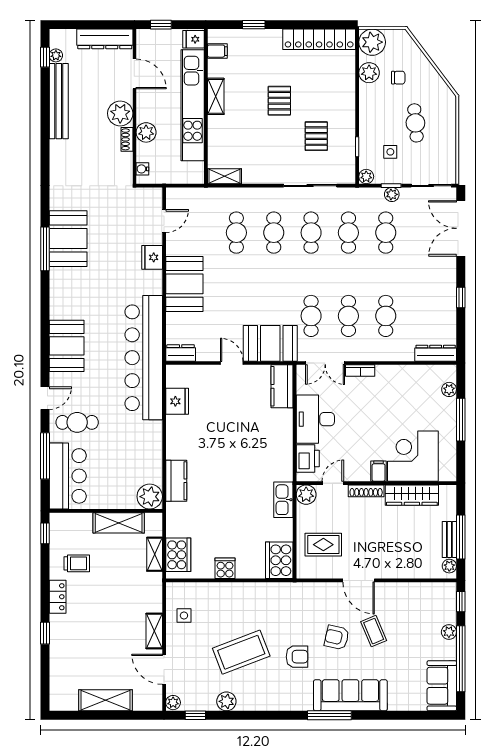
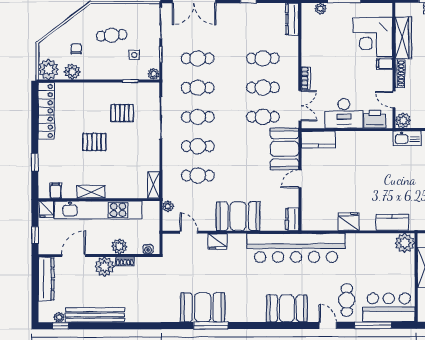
plant: (392, 194) -> (168, 206), moved
fridge: (177, 401) -> (349, 222), moved

